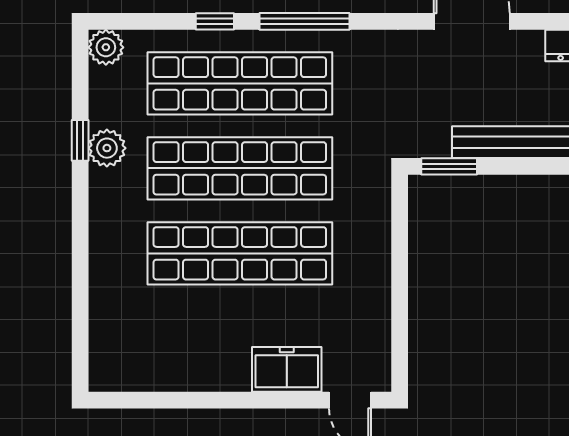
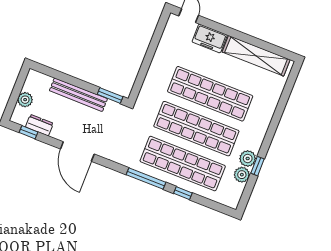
plant: (106, 47) -> (242, 175), moved
shelving: (174, 372) -> (256, 56), added

